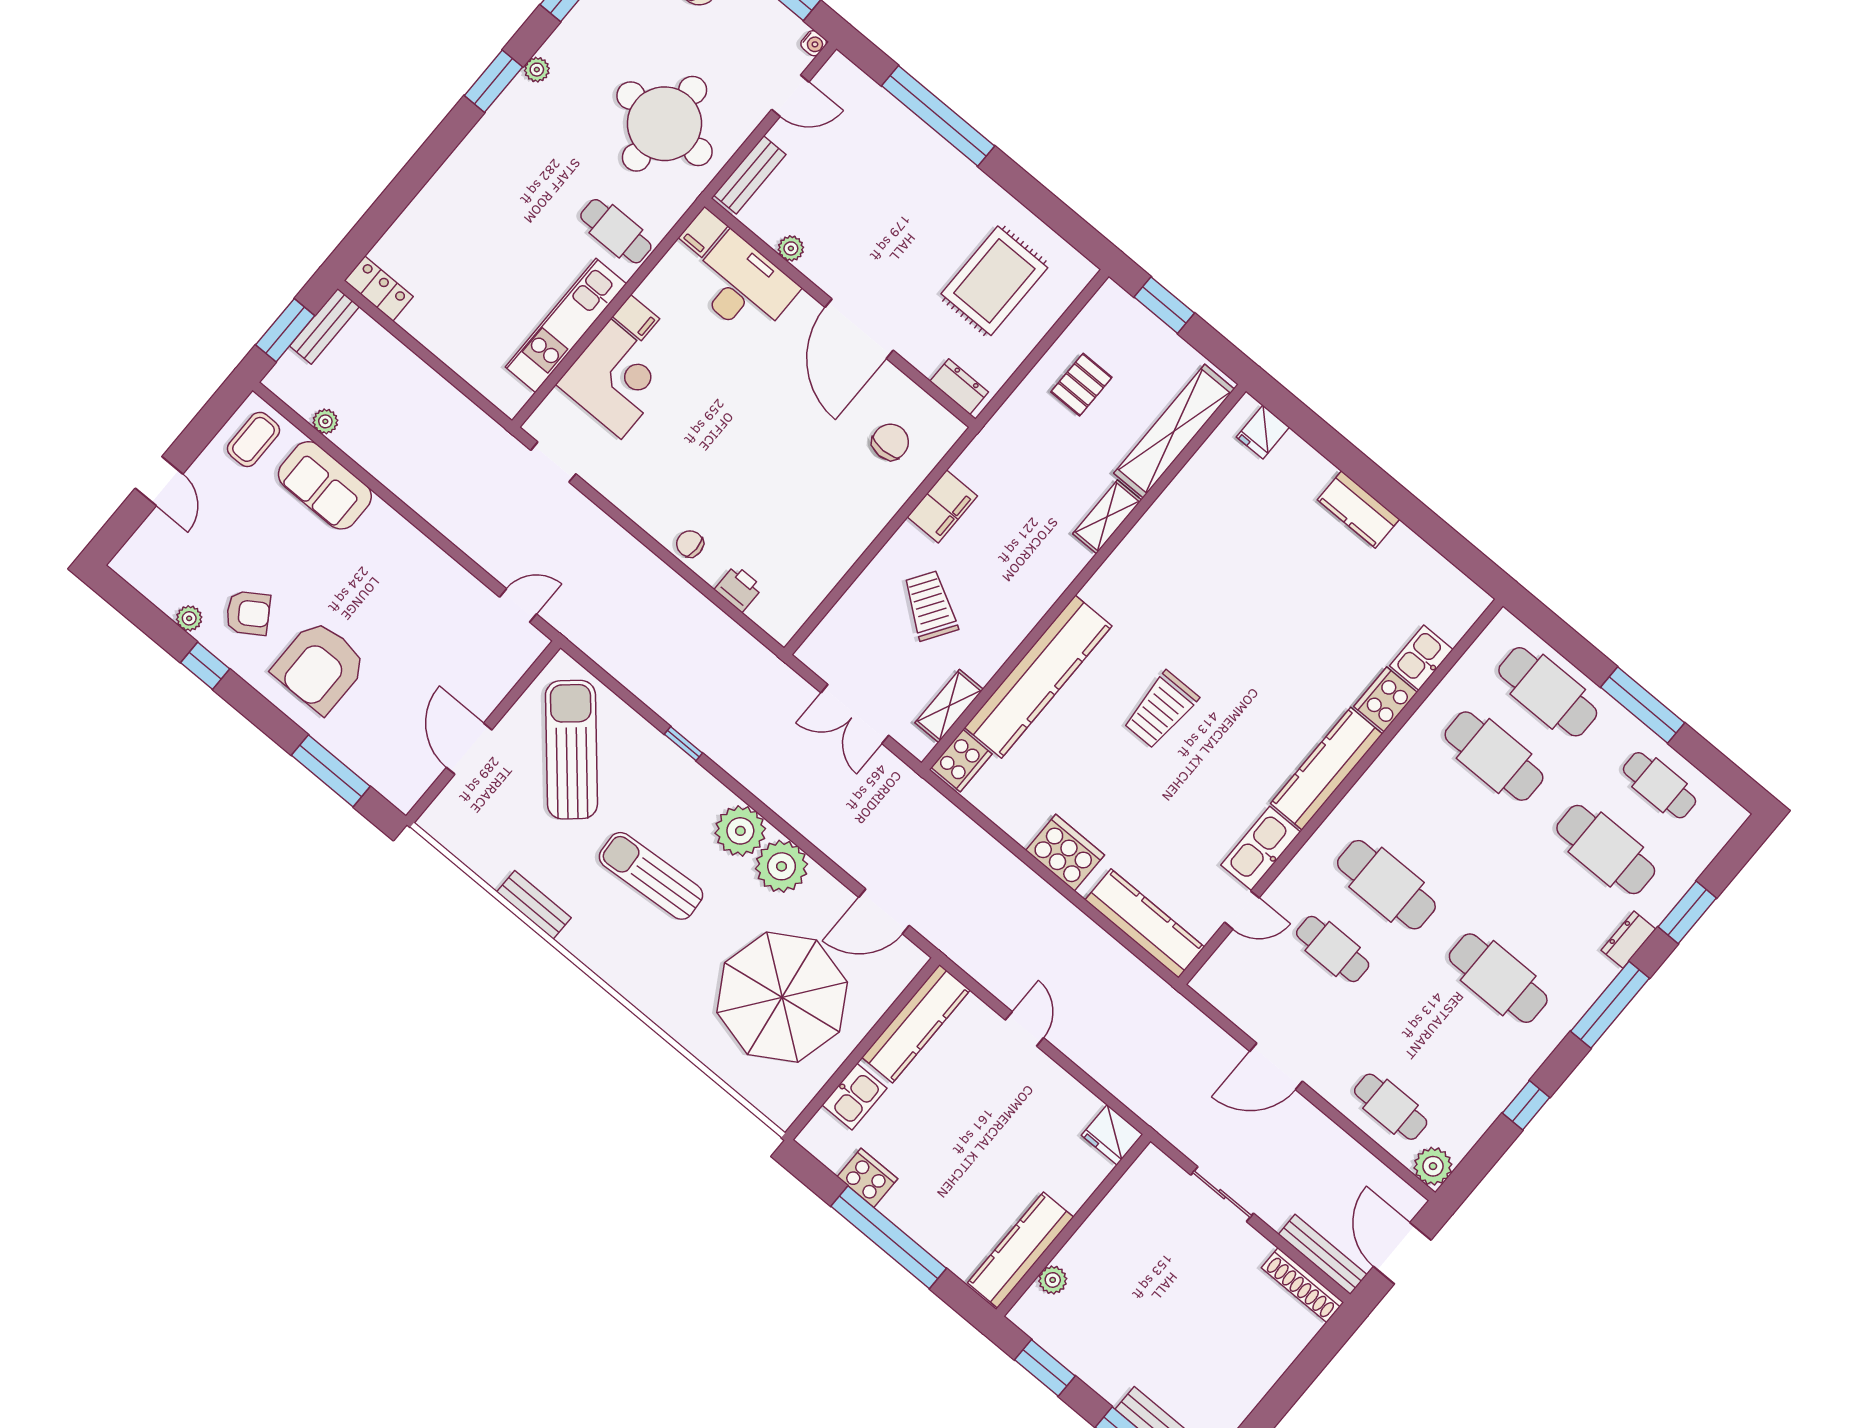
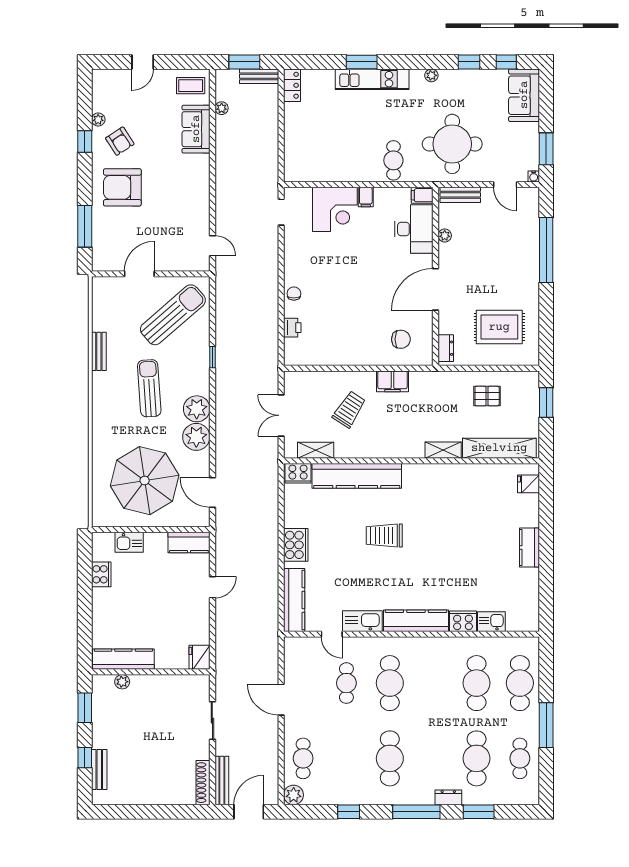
window: (493, 81) -> (362, 62), moved
kitchen unit: (566, 325) -> (372, 79), moved, turned 180
kitchen counter: (916, 1024) -> (189, 542), width x0.67
window: (889, 1237) -> (85, 602), removed

